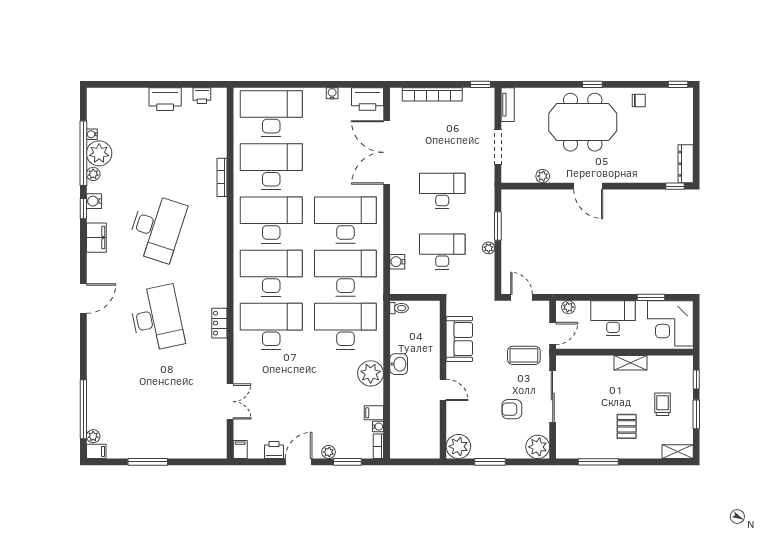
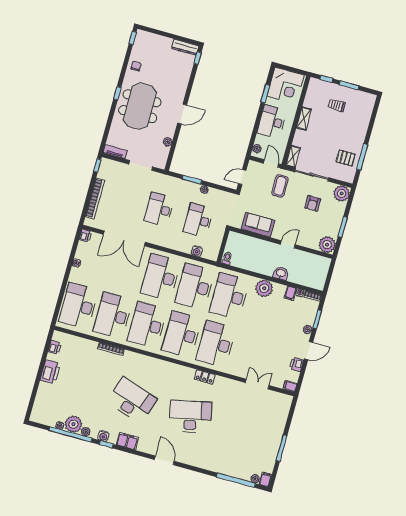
printer: (368, 99) -> (85, 236), width x0.53, depth x0.68
washbasin: (399, 364) -> (281, 273), moved
pallet: (627, 426) -> (346, 158), moved
shelving: (678, 452) -> (293, 157), moved
door: (299, 462) -> (308, 351), swing flipped

